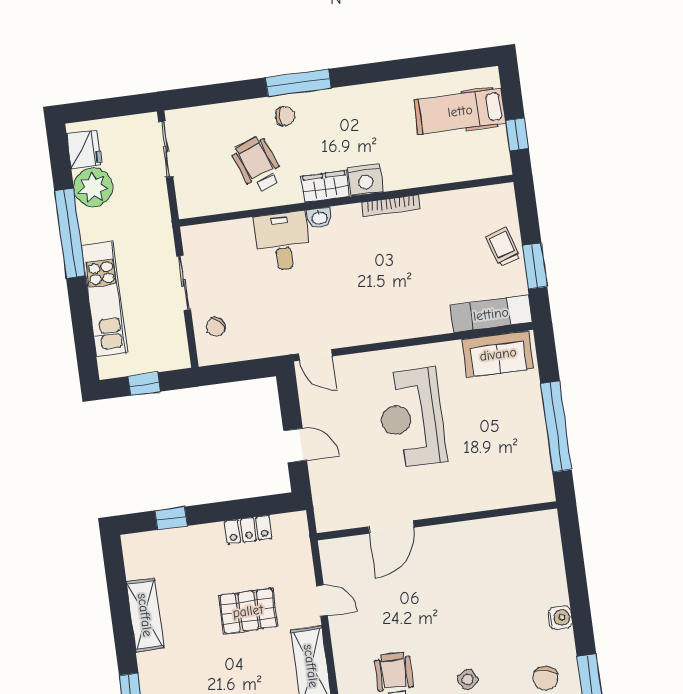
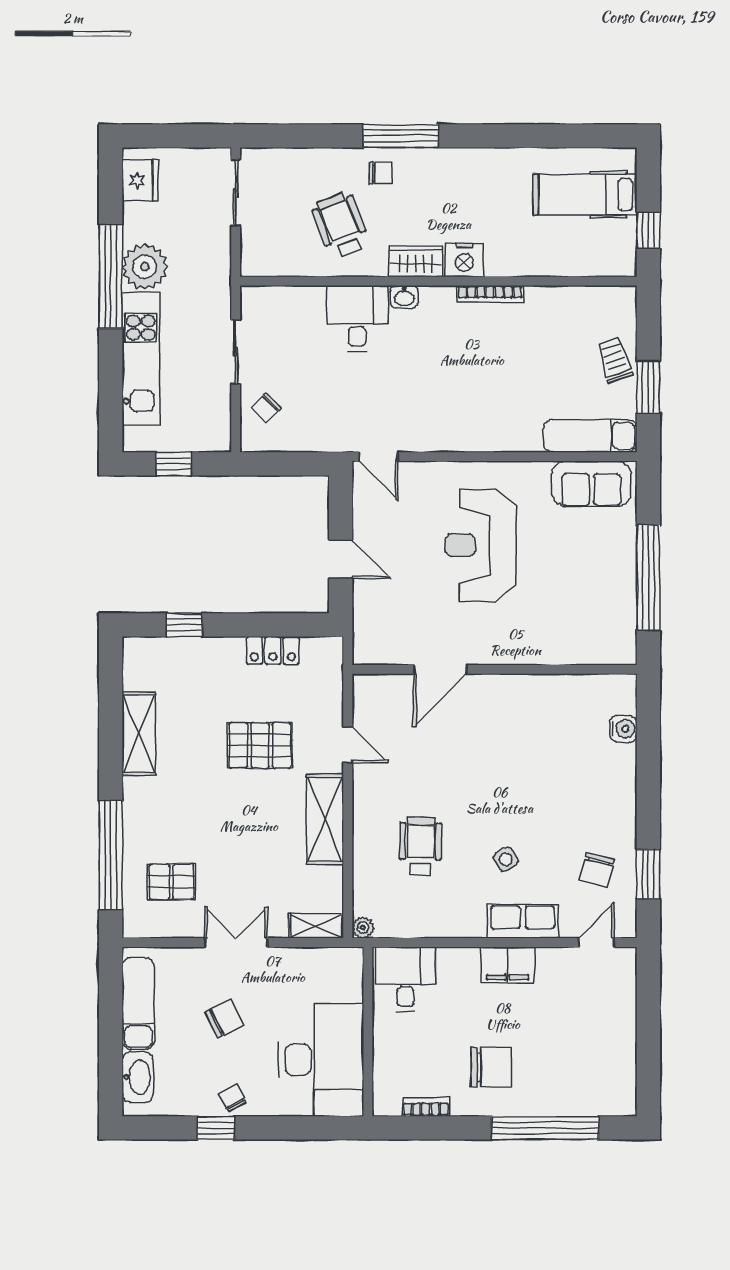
plant: (93, 187) -> (145, 267), moved
water cooler: (560, 618) -> (623, 729), moved

